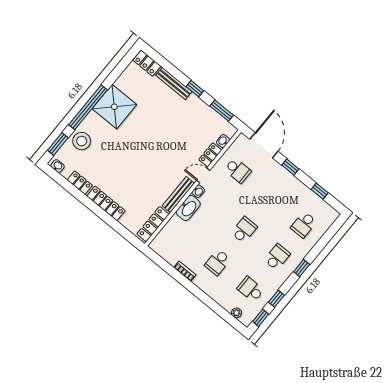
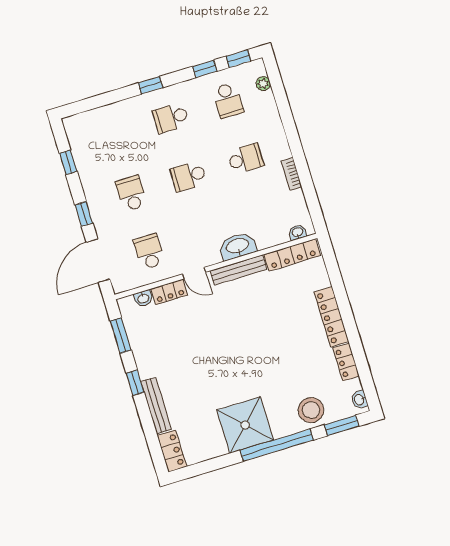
washbasin: (198, 191) -> (297, 232), moved
school desk: (304, 225) -> (131, 193), moved, turned -90

